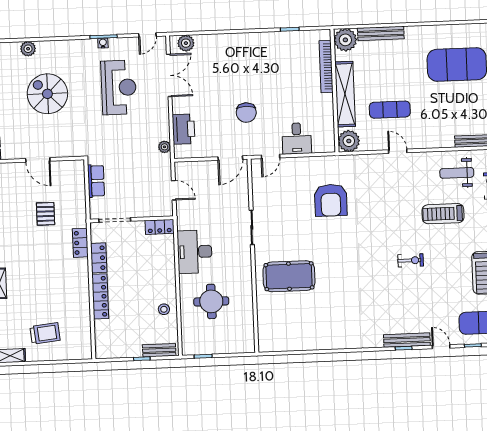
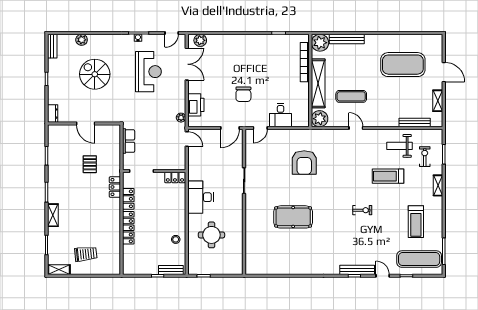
door: (174, 190) -> (187, 139), moved
pool table: (289, 276) -> (293, 217), moved

